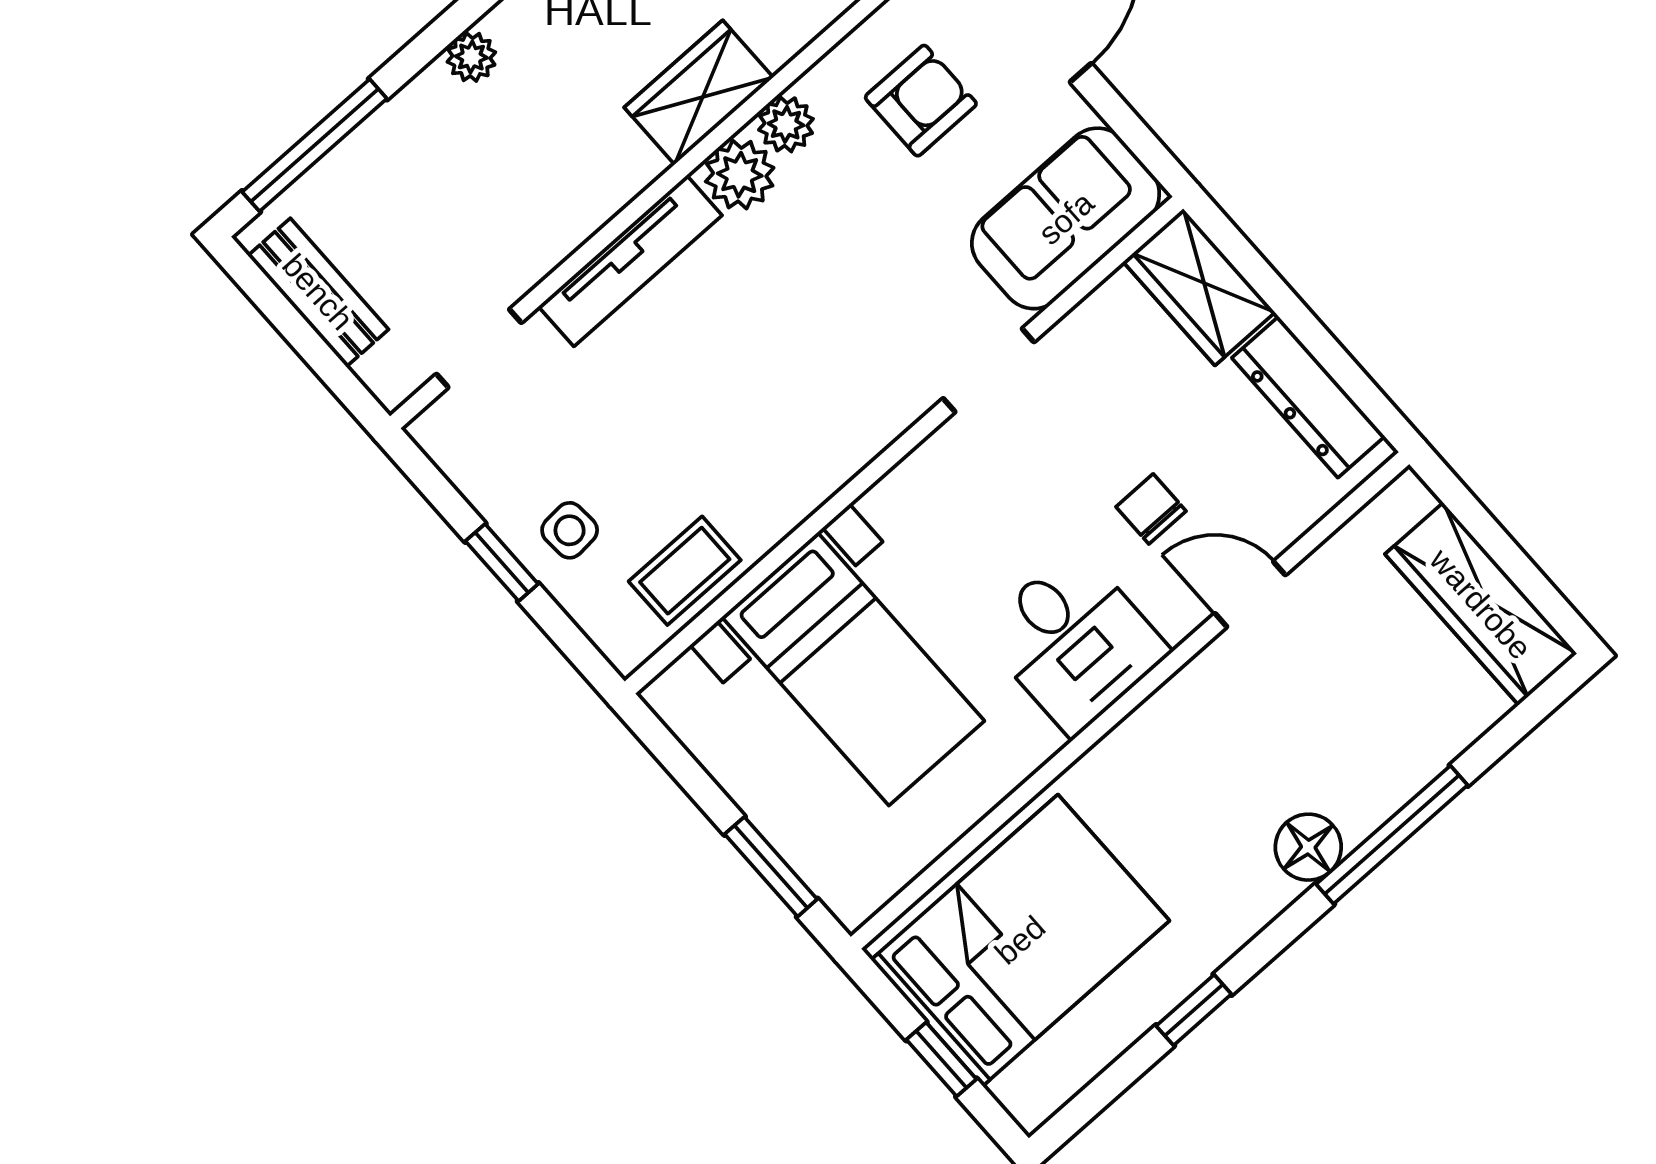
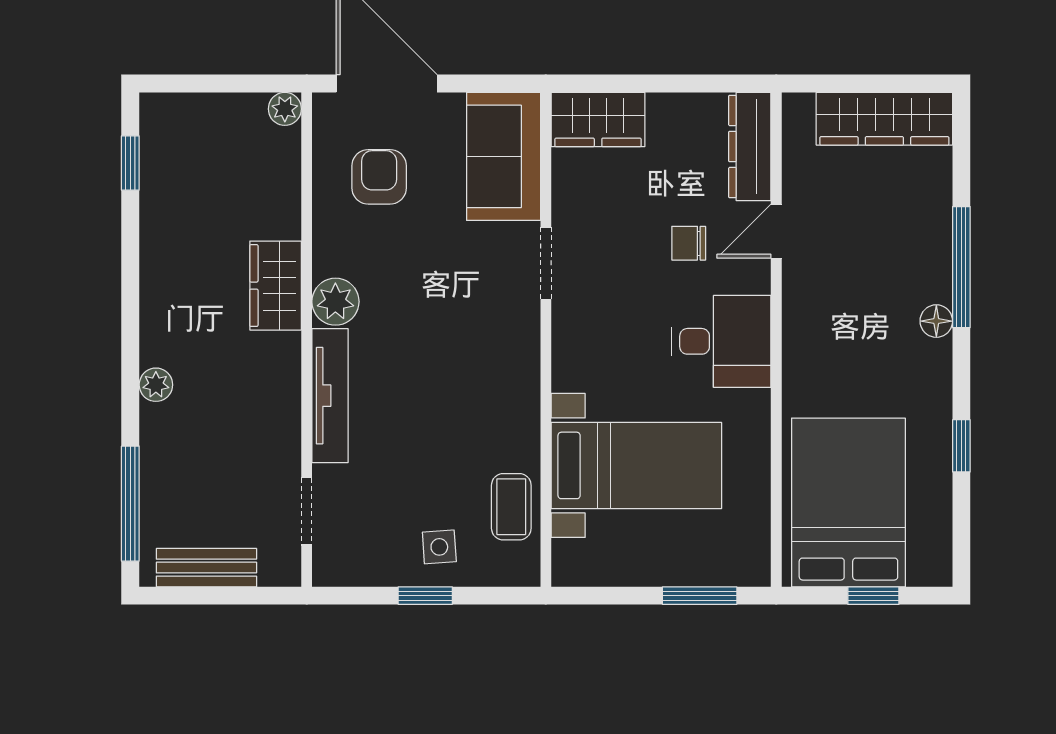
plant: (786, 124) -> (331, 256), removed
dresser: (1308, 397) -> (750, 147), moved, turned 90
floor lamp: (1308, 847) -> (936, 321), width x0.73, depth x0.73

